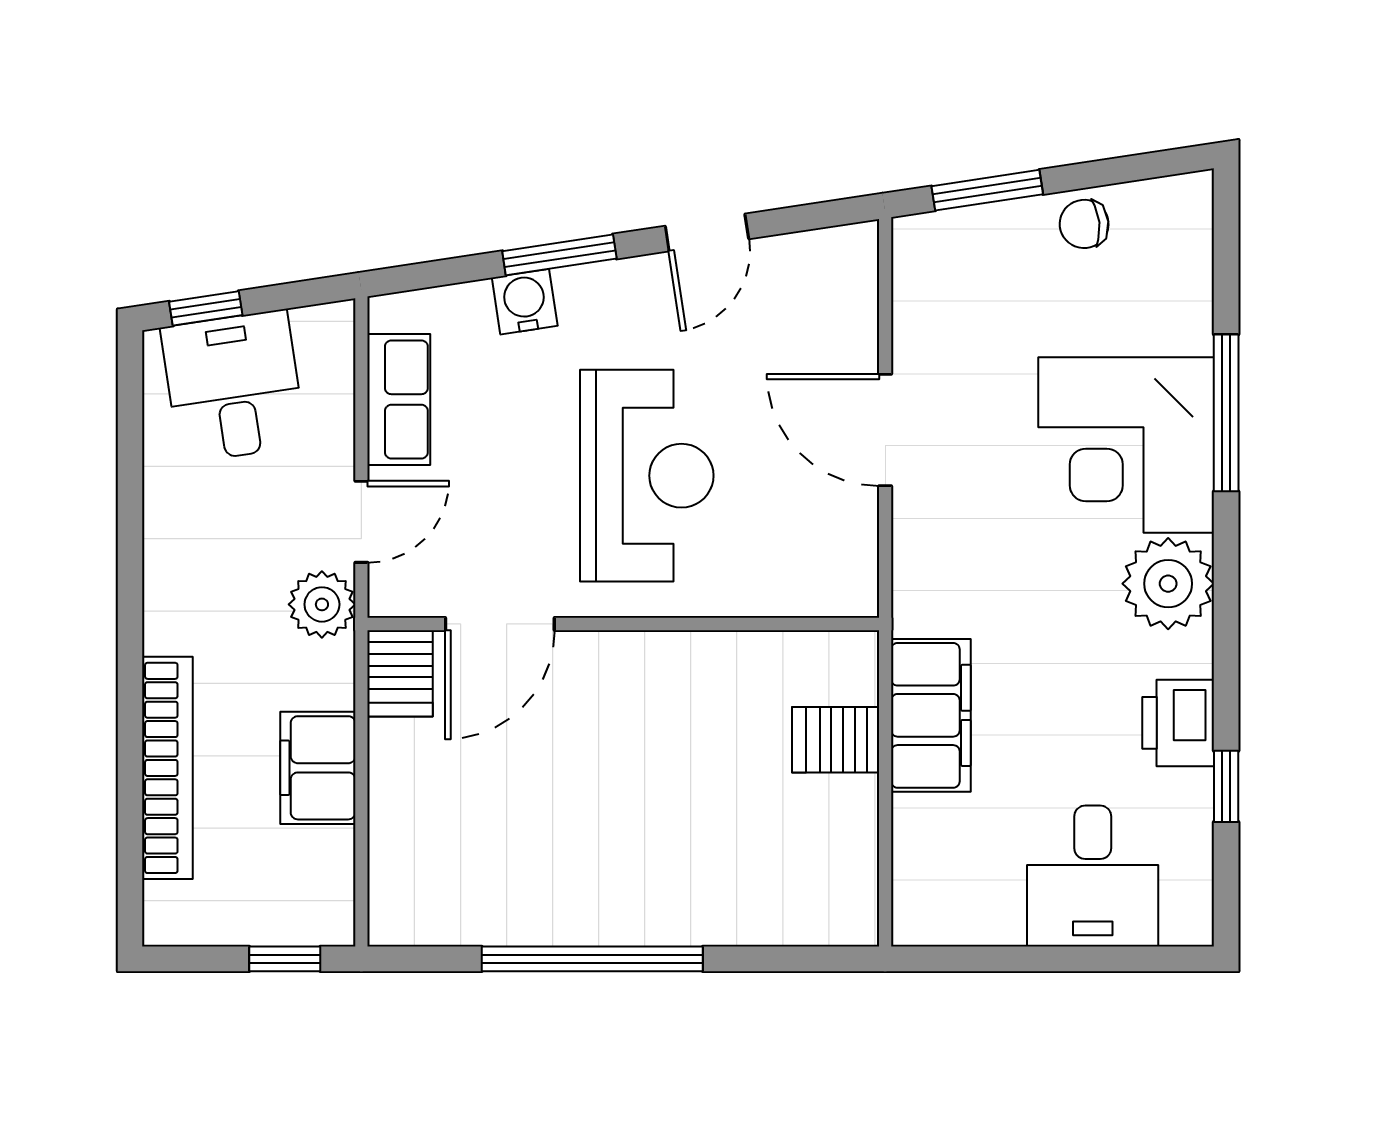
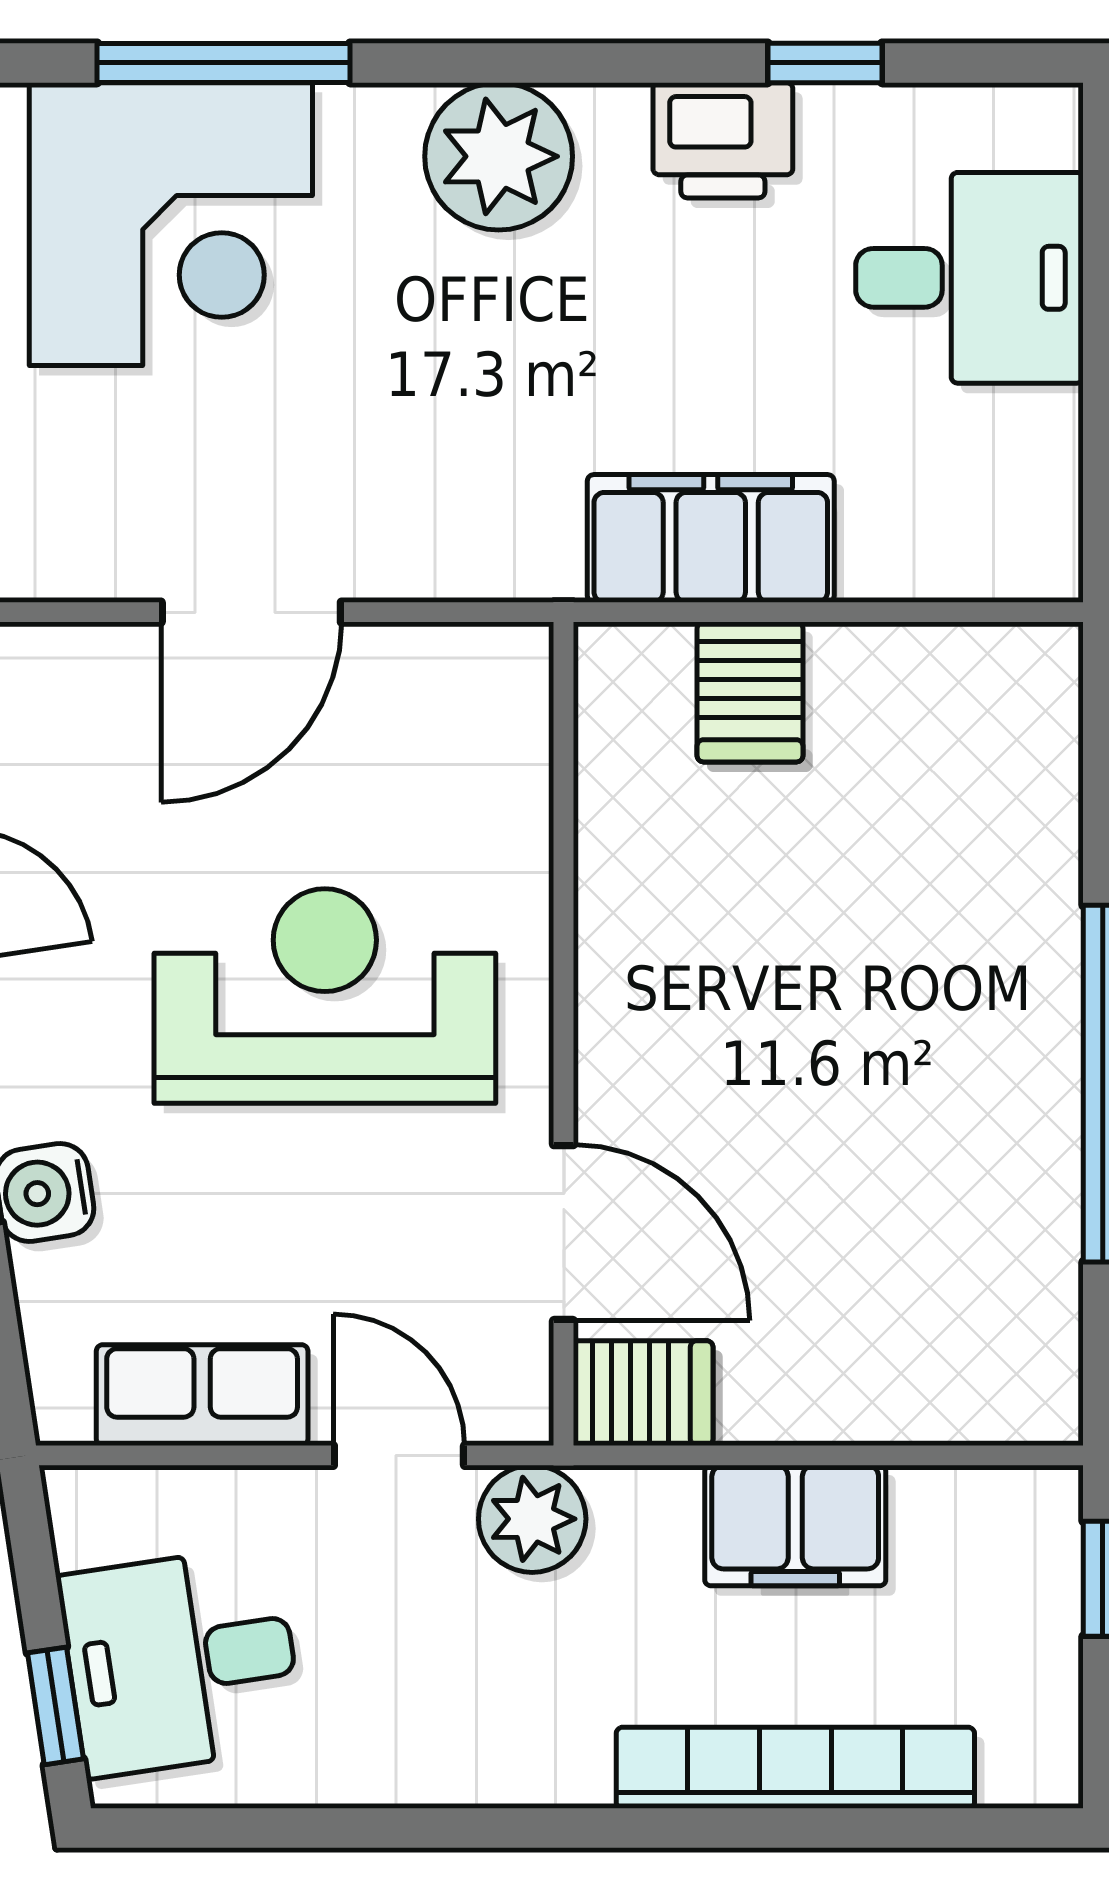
corner desk: (1126, 445) -> (171, 224), moved

